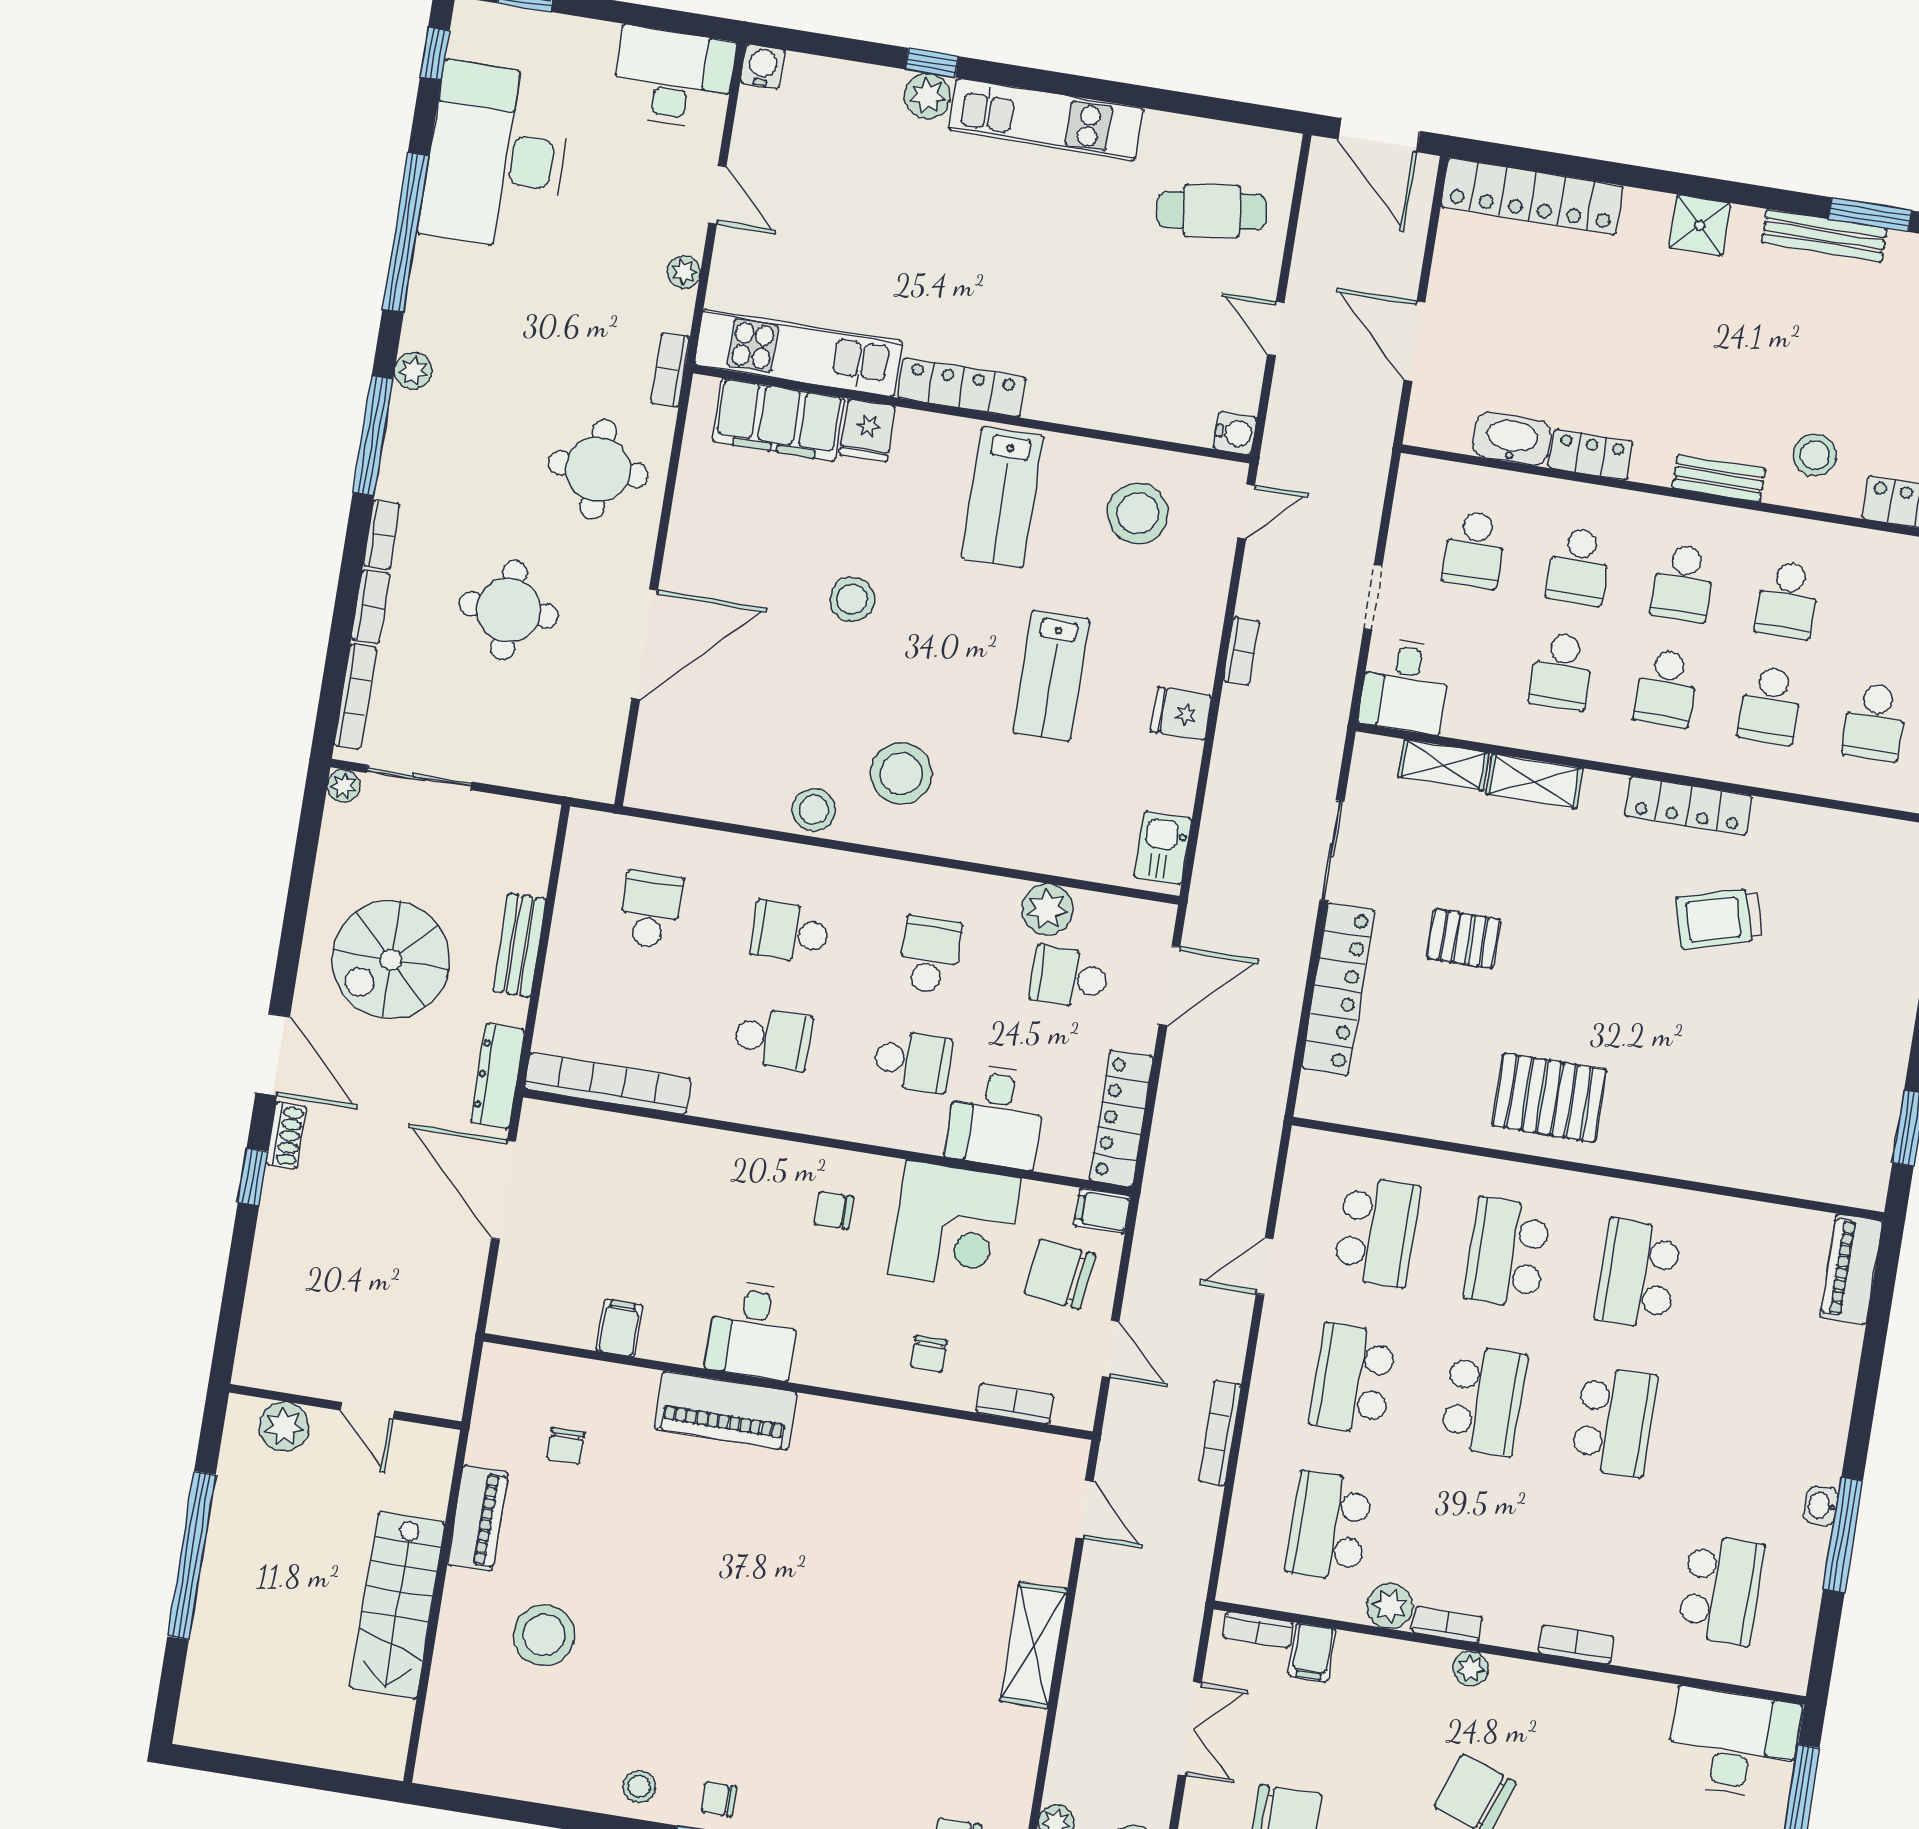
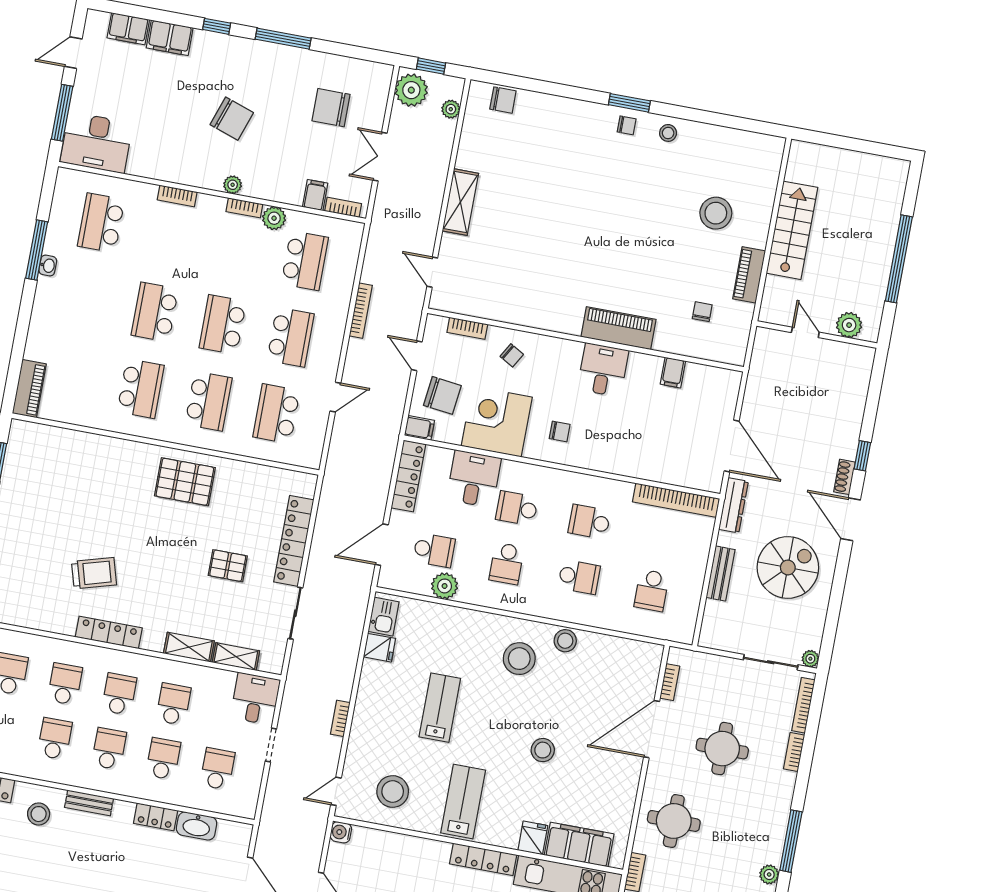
bookcase: (381, 535) -> (670, 682), moved, turned 180
fridge: (1181, 714) -> (379, 648), moved
chair: (929, 1354) -> (512, 355), turned 120

